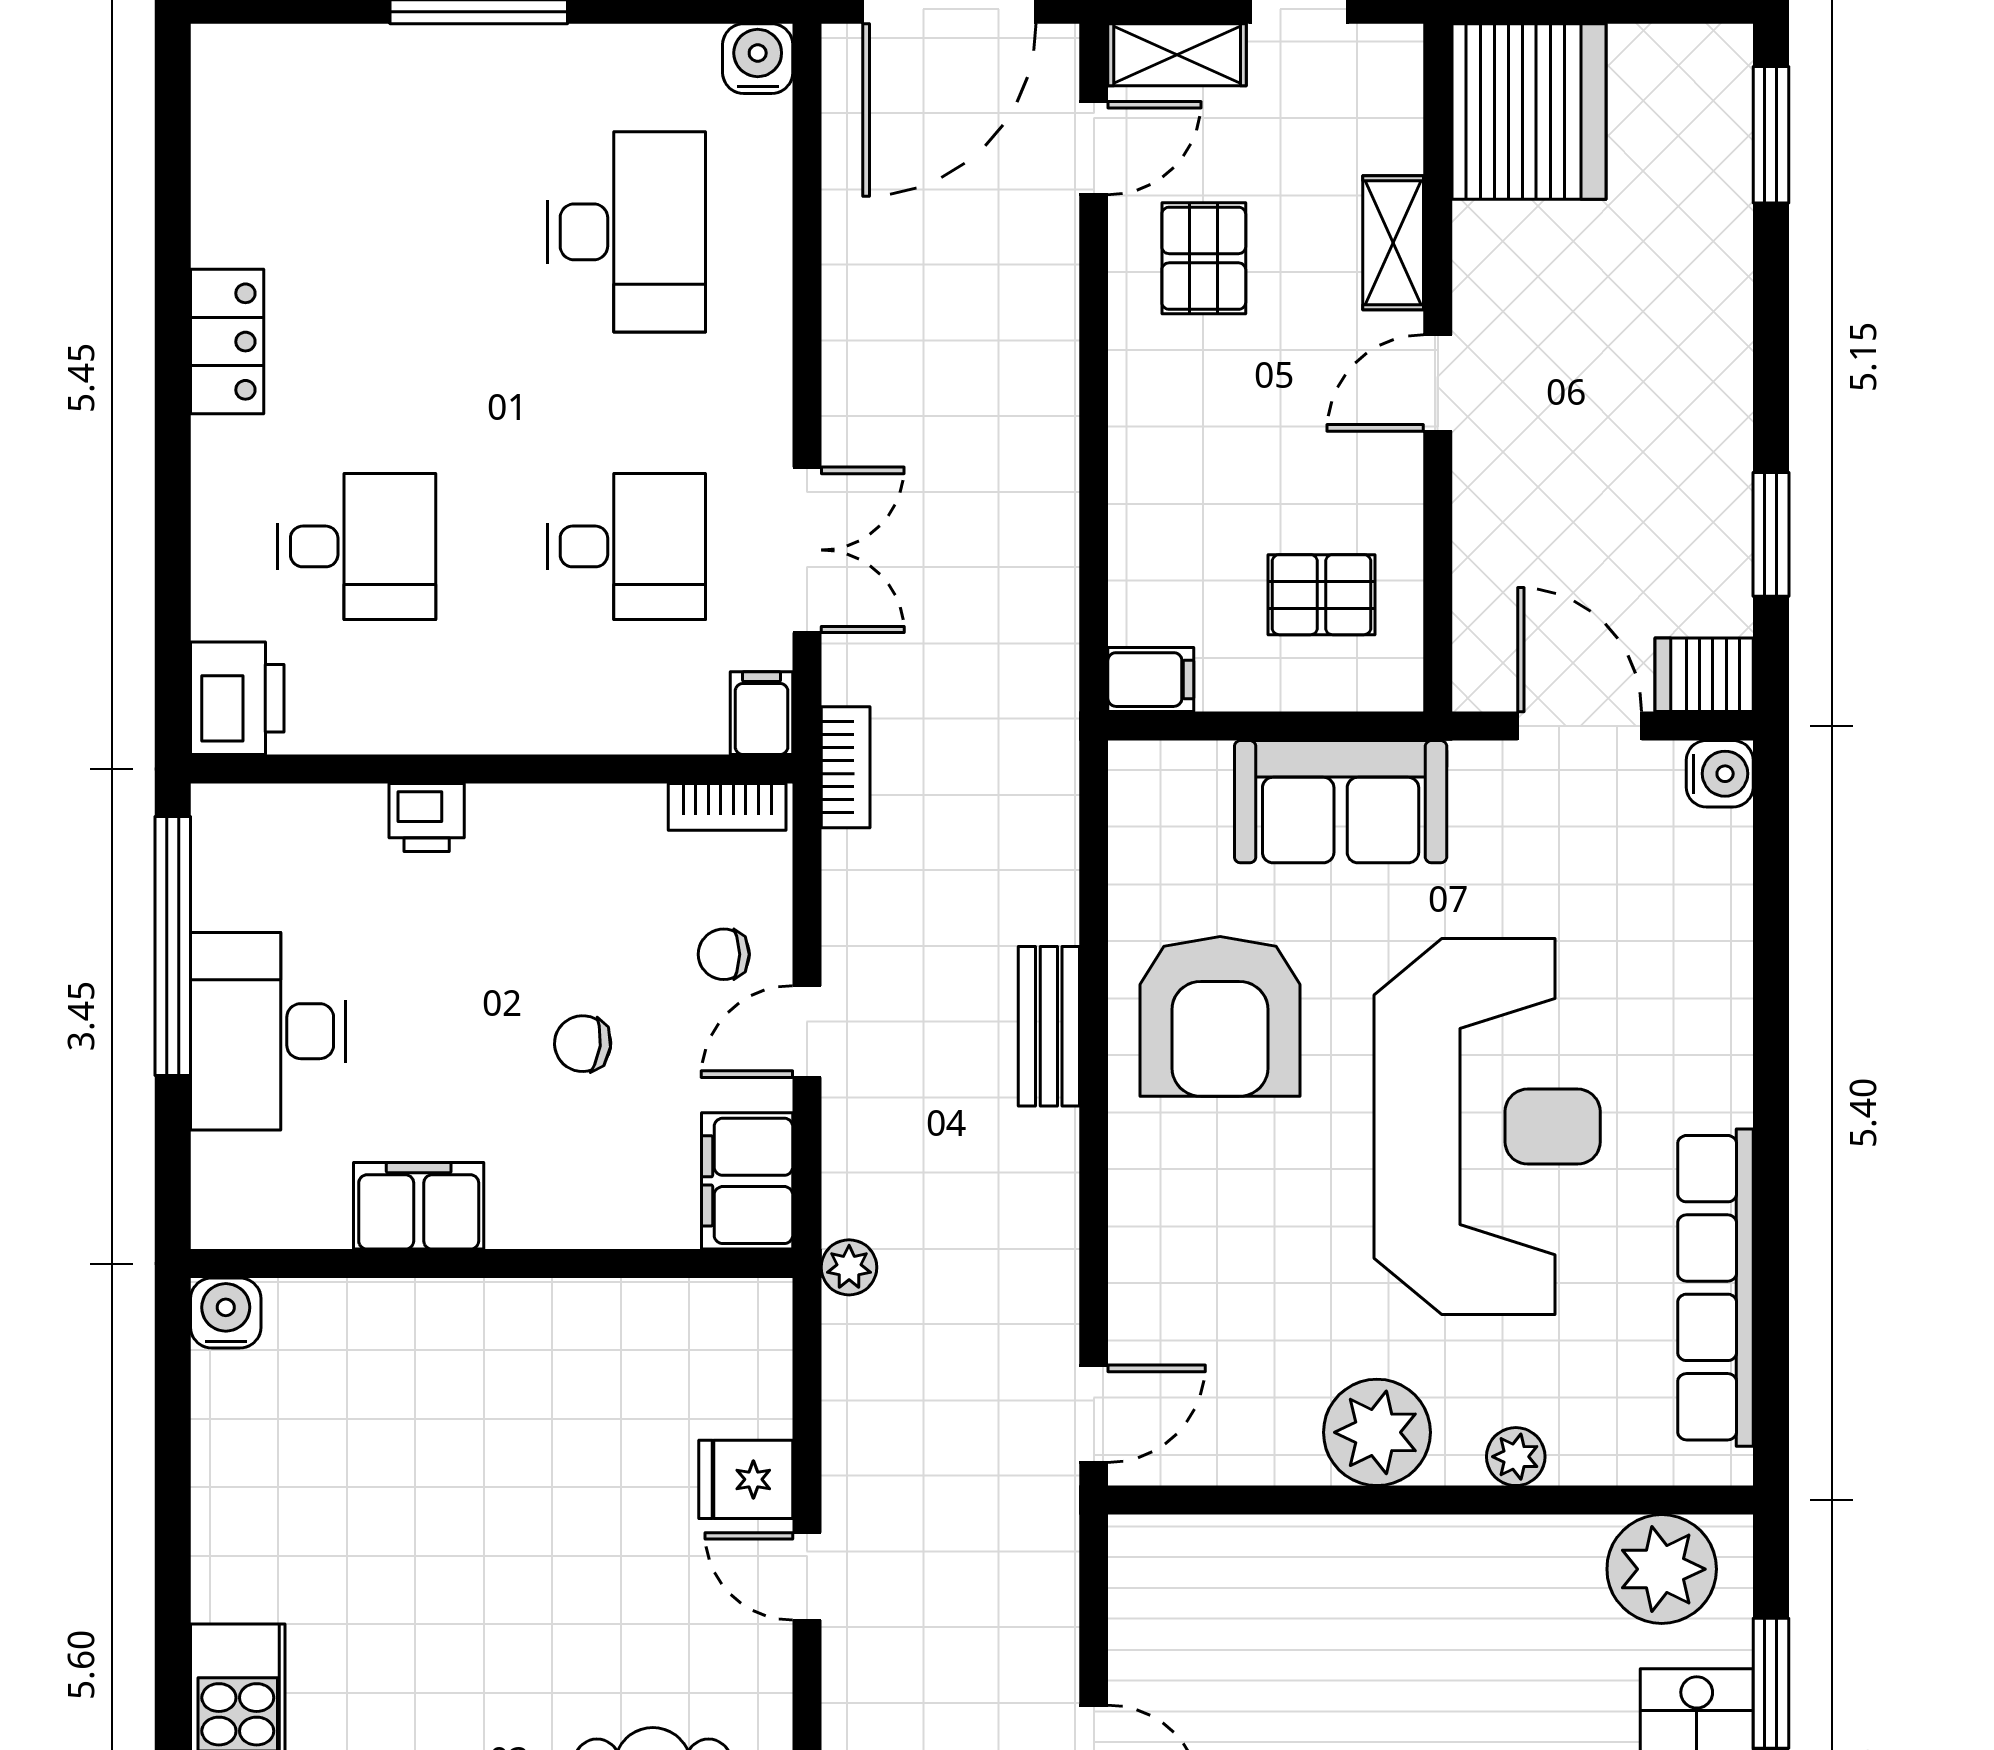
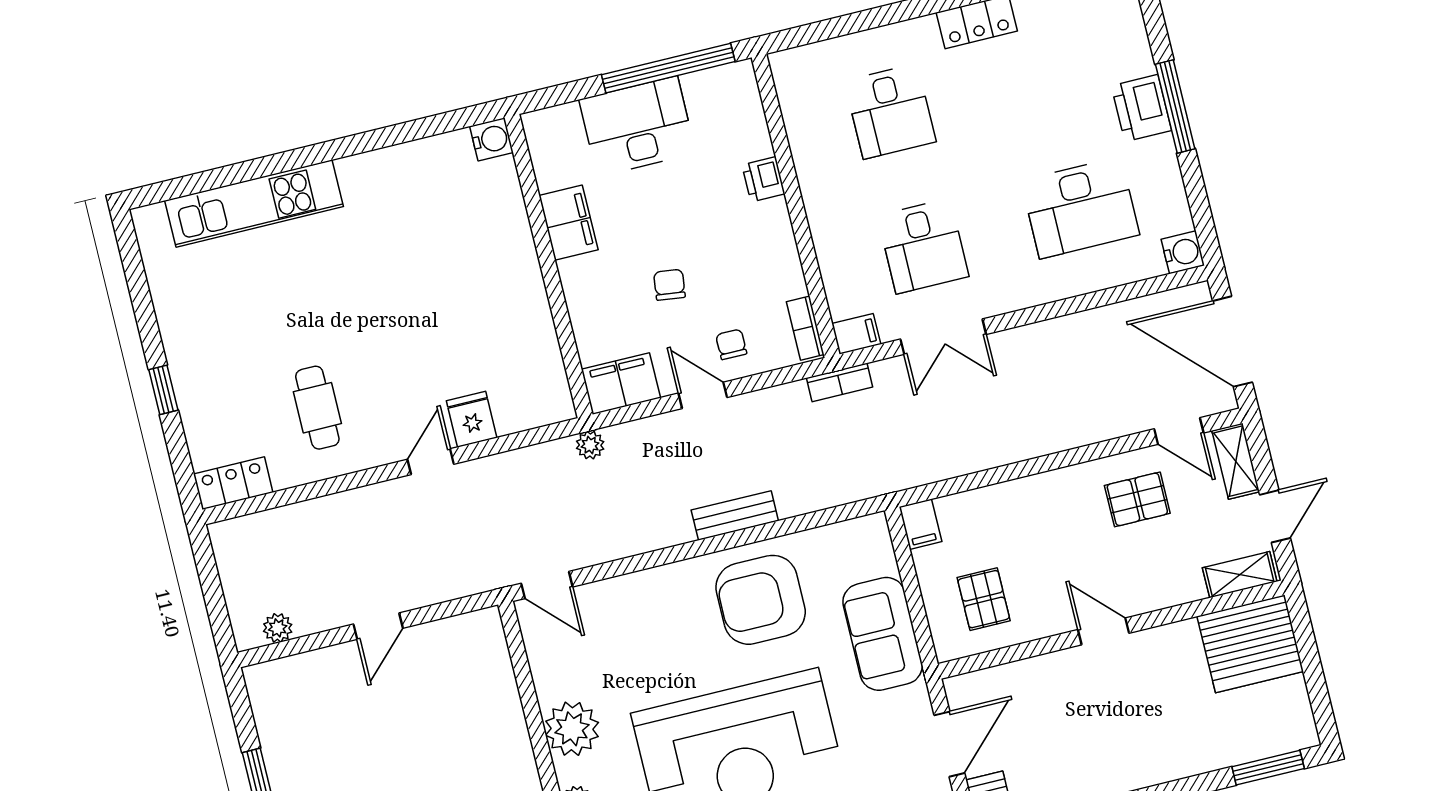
shelving: (1393, 243) -> (1240, 575), moved
printer: (237, 698) -> (1141, 108), moved, turned 90

